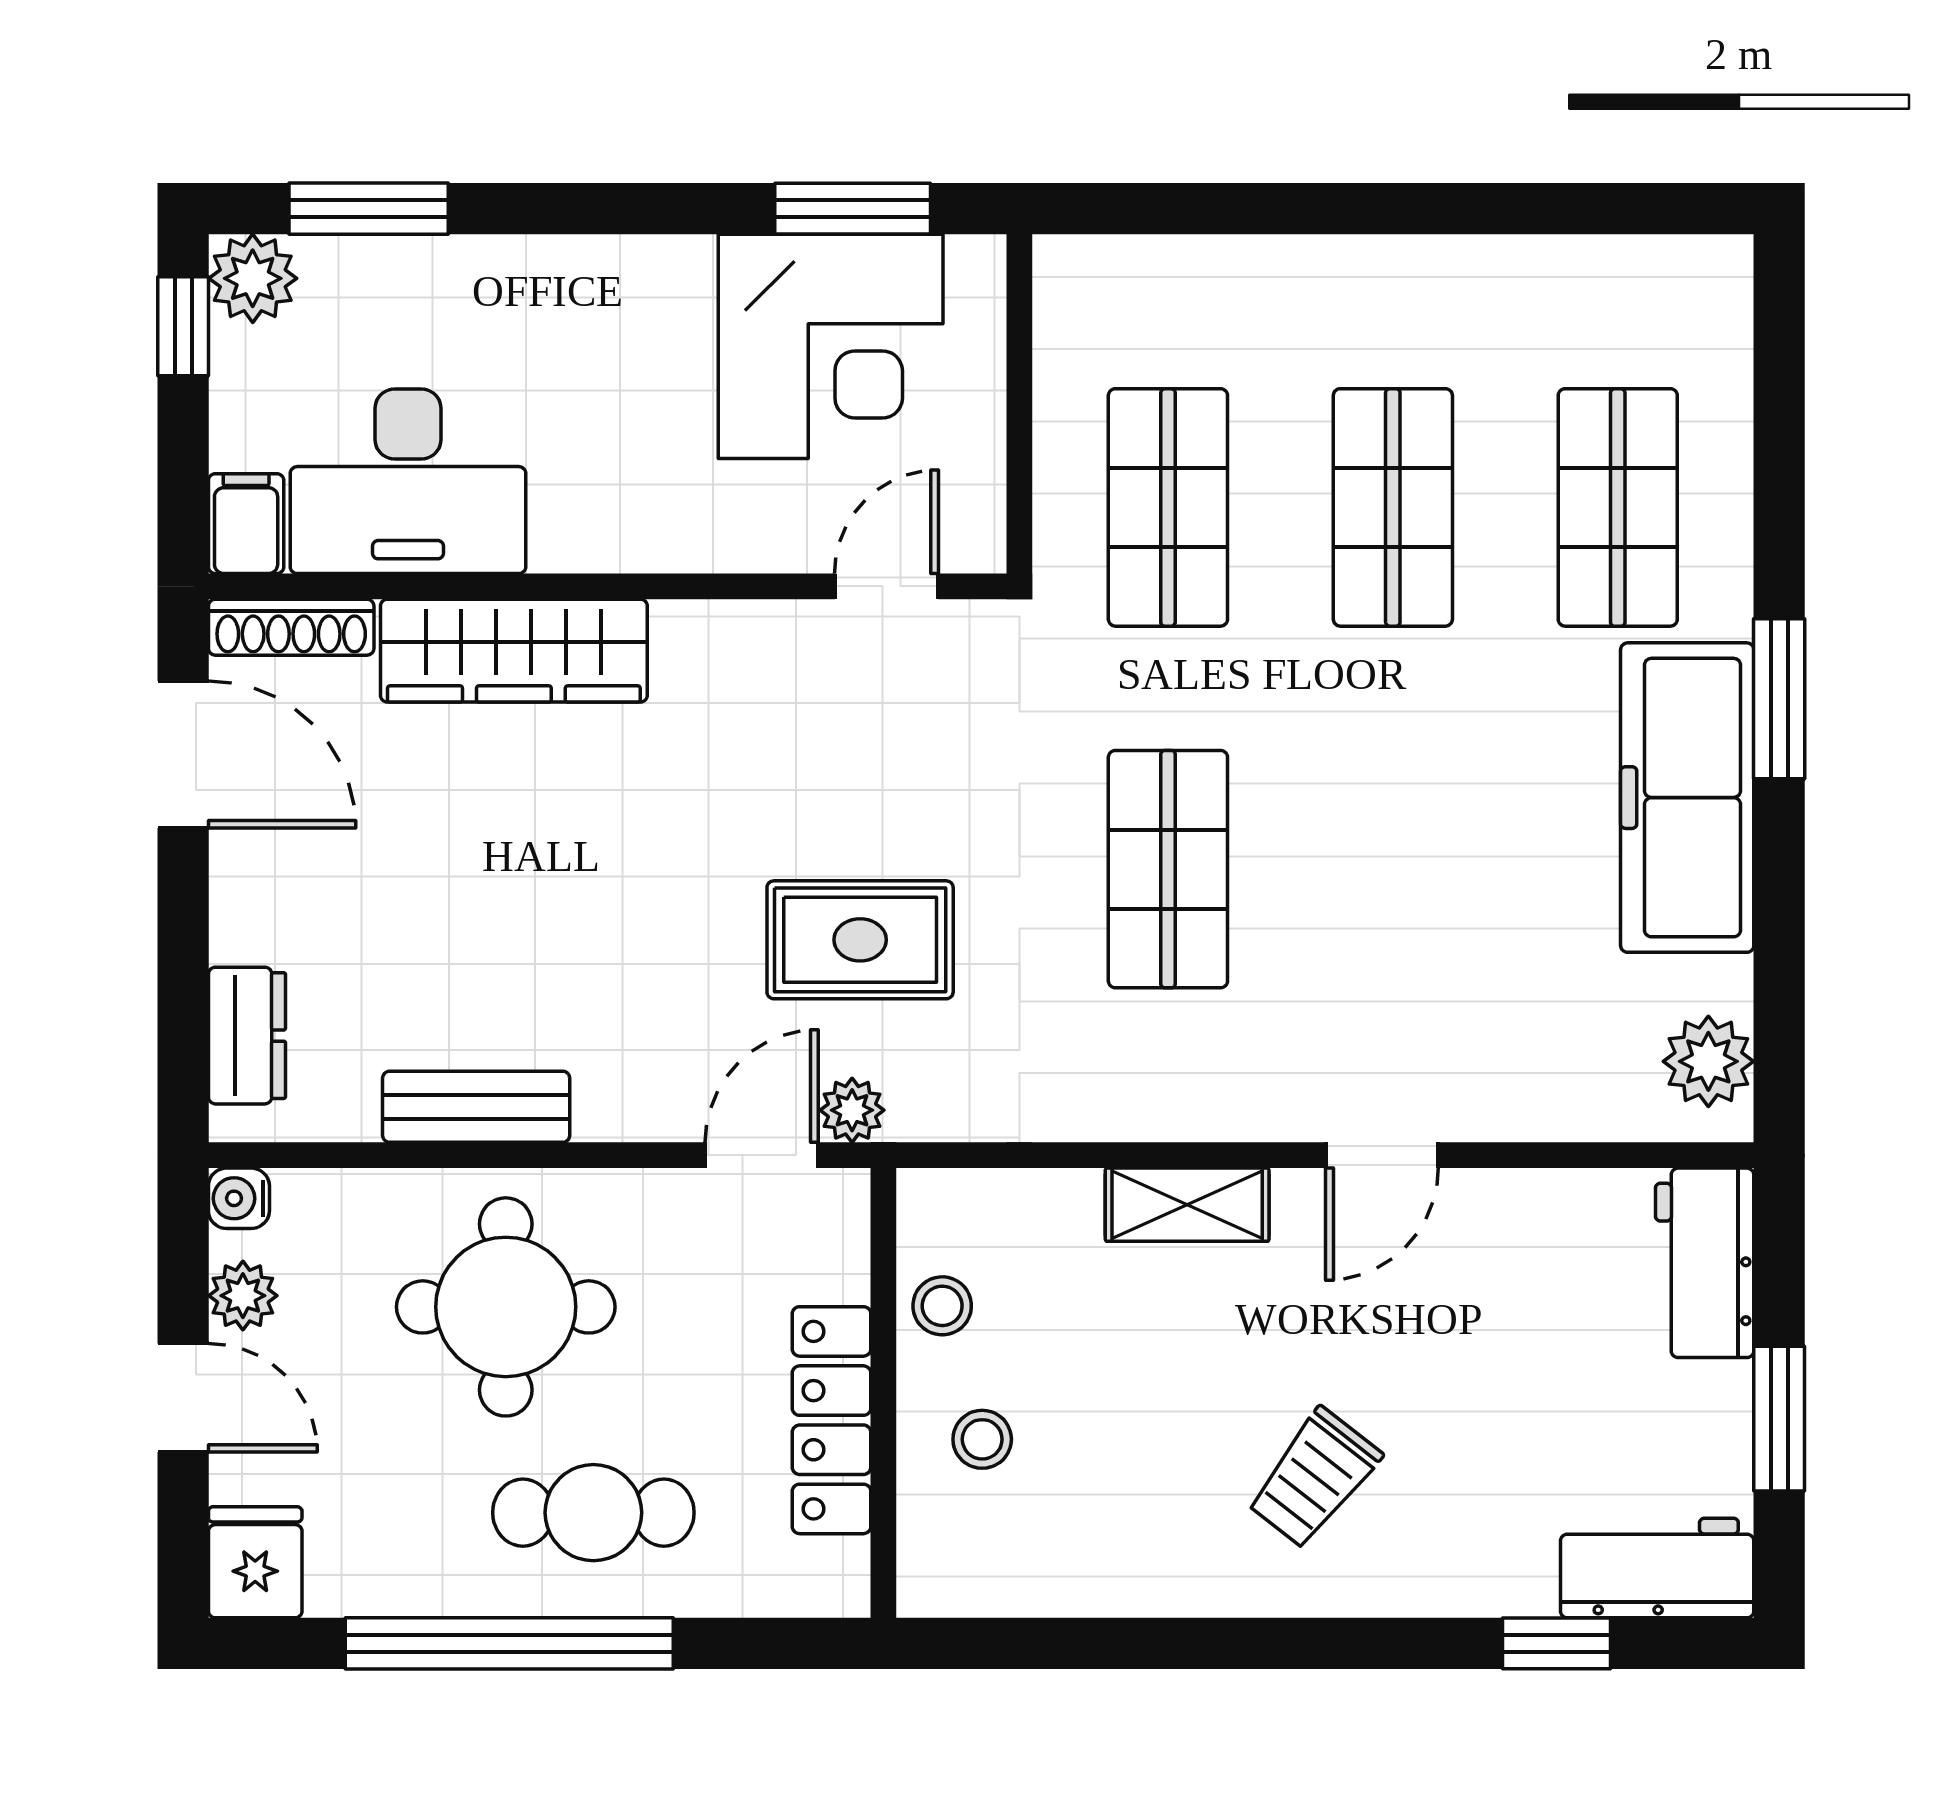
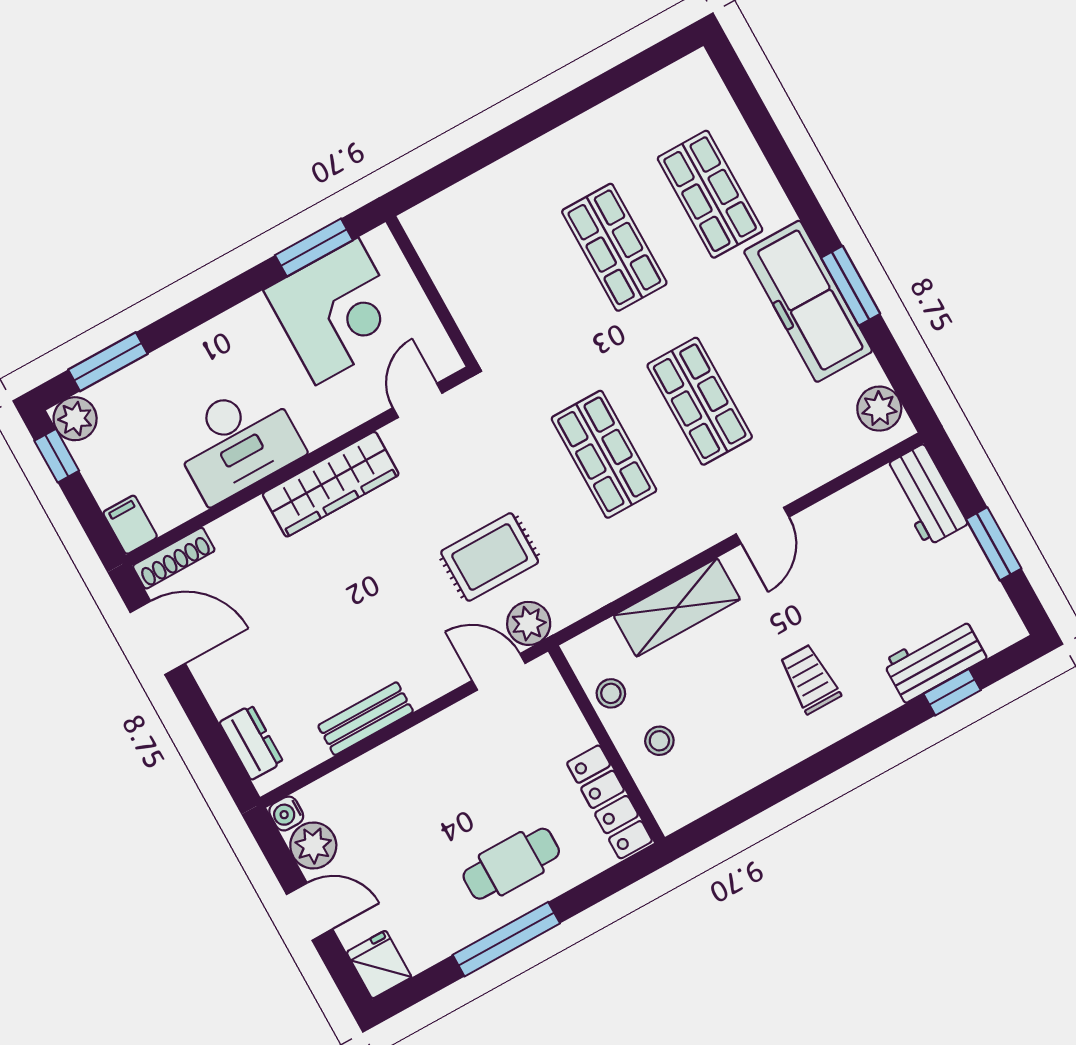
desk: (408, 481) -> (237, 442), moved
shop shelf: (1168, 507) -> (700, 401), moved
wardrobe: (514, 651) -> (331, 484), moved
window: (1779, 699) -> (851, 286), moved
plant: (852, 1110) -> (529, 623), width x1.38, depth x1.38
door: (762, 1155) -> (499, 672), hinge flipped
shelving: (1187, 1205) -> (677, 607), width x1.50, depth x1.33
plant: (243, 1296) -> (313, 845), width x1.38, depth x1.38
round table: (506, 1307) -> (425, 797), removed
locker: (832, 1420) -> (610, 802), moved
trolley: (1314, 1478) -> (810, 679), turned 142
workbench: (1657, 1568) -> (935, 660), moved
window: (509, 1643) -> (506, 939), width x0.68

